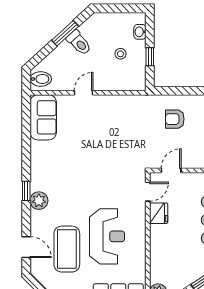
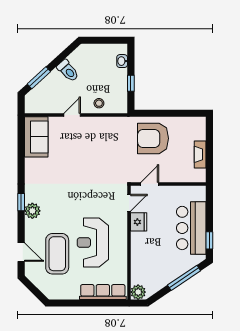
window: (65, 33) -> (39, 78), moved
stool: (121, 54) -> (99, 103), moved
bidet: (41, 79) -> (34, 103), removed
armchair: (175, 119) -> (153, 138), width x1.88, depth x1.88
reception desk: (107, 236) -> (93, 243), turned 180

